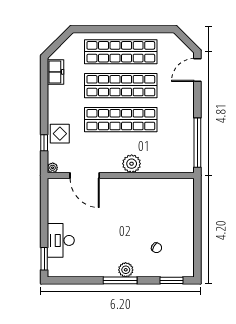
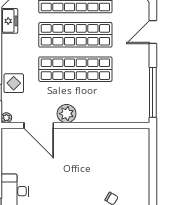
door: (197, 70) -> (153, 32), moved
plant: (132, 164) -> (67, 114), moved

